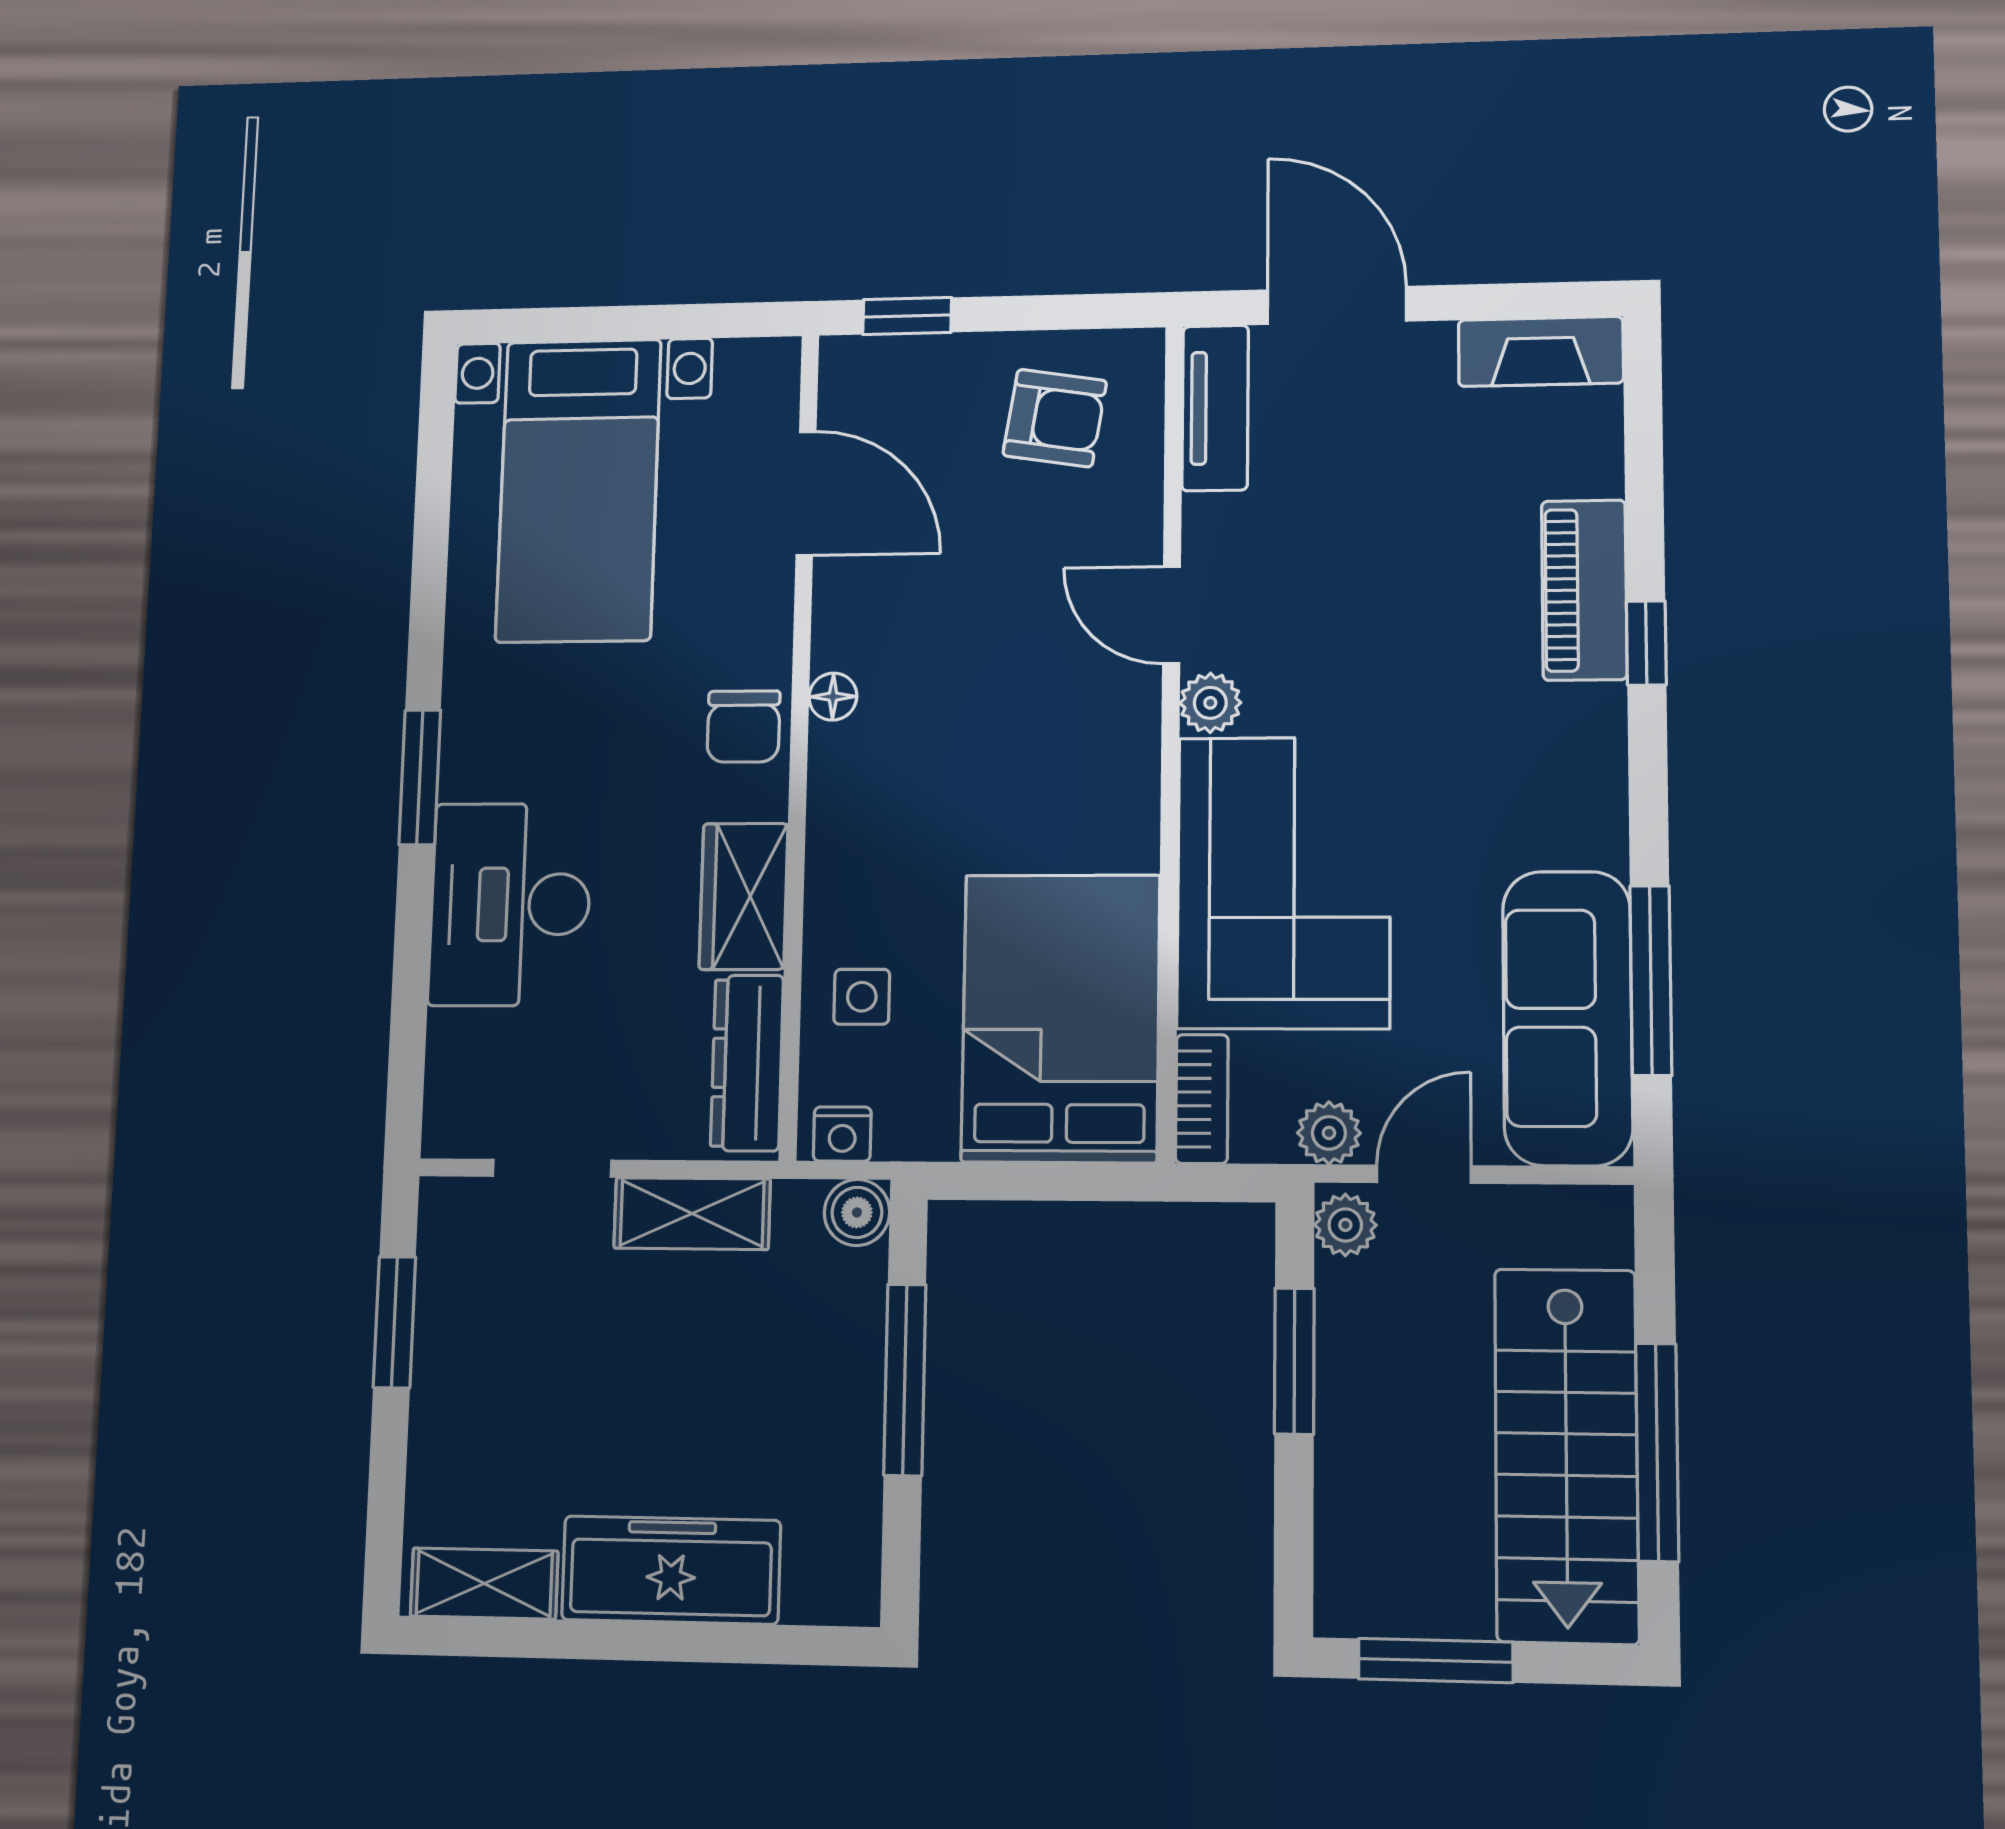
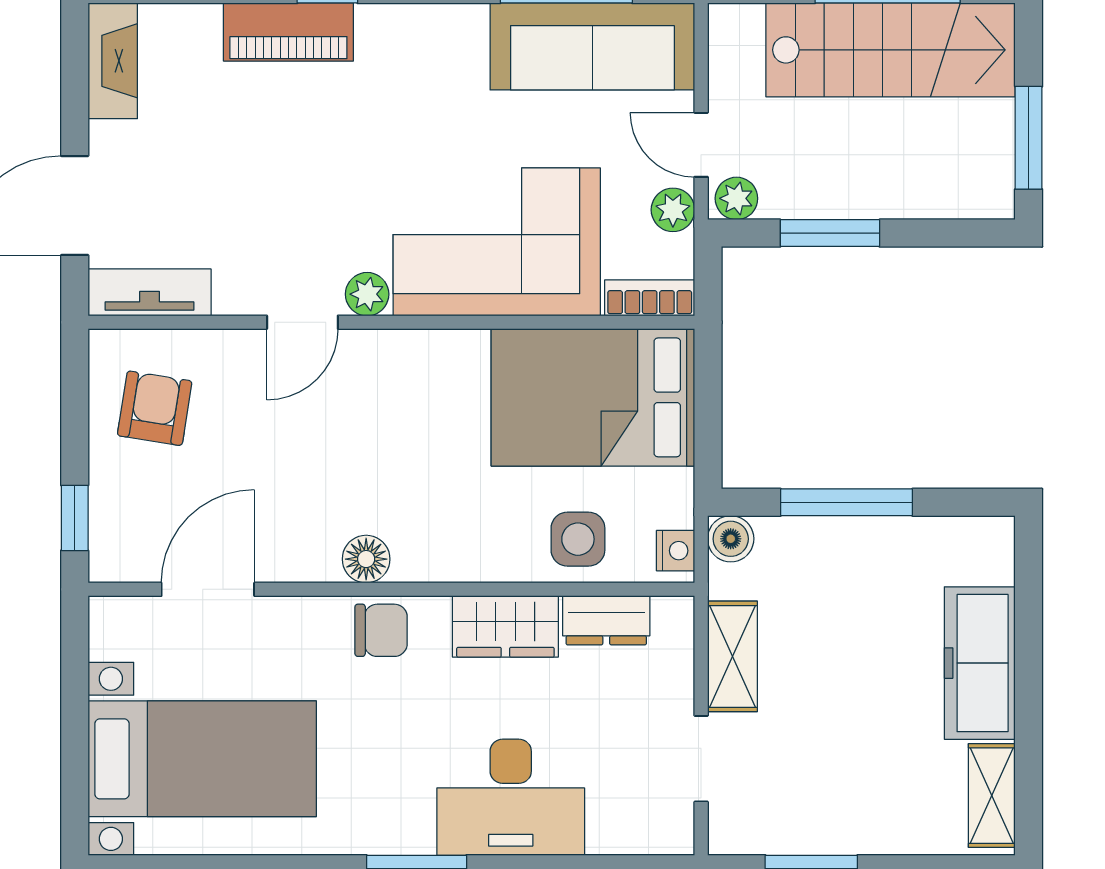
floor lamp: (833, 697) -> (366, 559), width x1.37, depth x1.37
side table: (862, 997) -> (578, 539), width x1.37, depth x1.37
dresser: (747, 1063) -> (606, 620), width x0.70

